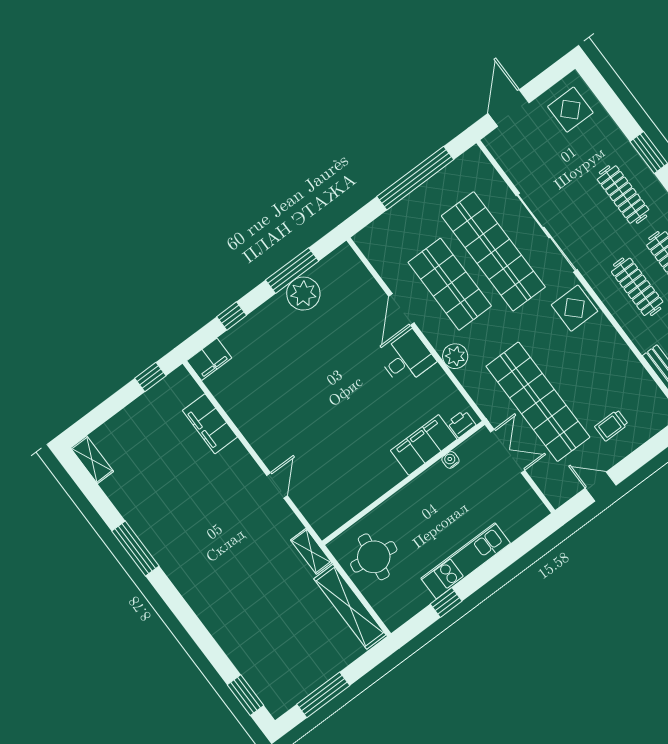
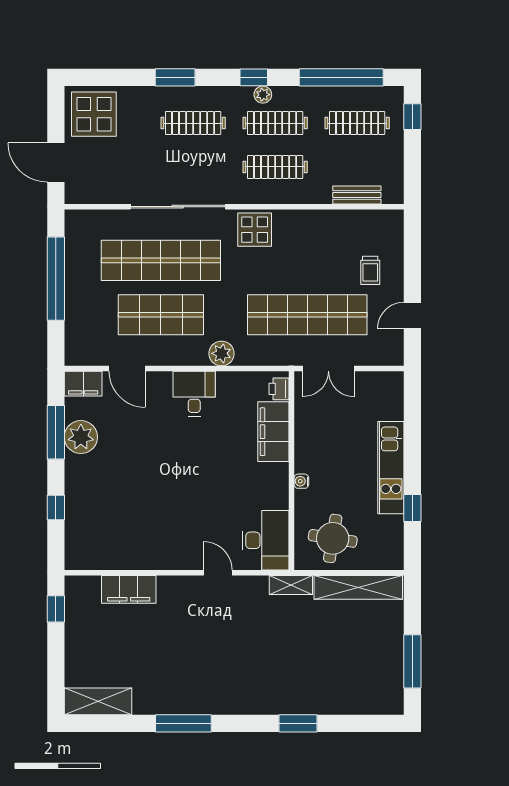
display table: (570, 110) -> (94, 114), width x1.36, depth x1.36
door: (401, 310) -> (127, 368), moved
filing cabinet: (209, 359) -> (83, 384), moved, turned 90
double door: (508, 451) -> (328, 368), swing flipped
shelving: (92, 460) -> (98, 701), width x1.50, depth x1.33
water cooler: (450, 460) -> (301, 481), moved
desk: (332, 504) -> (266, 540), added
window: (245, 695) -> (298, 723), moved

